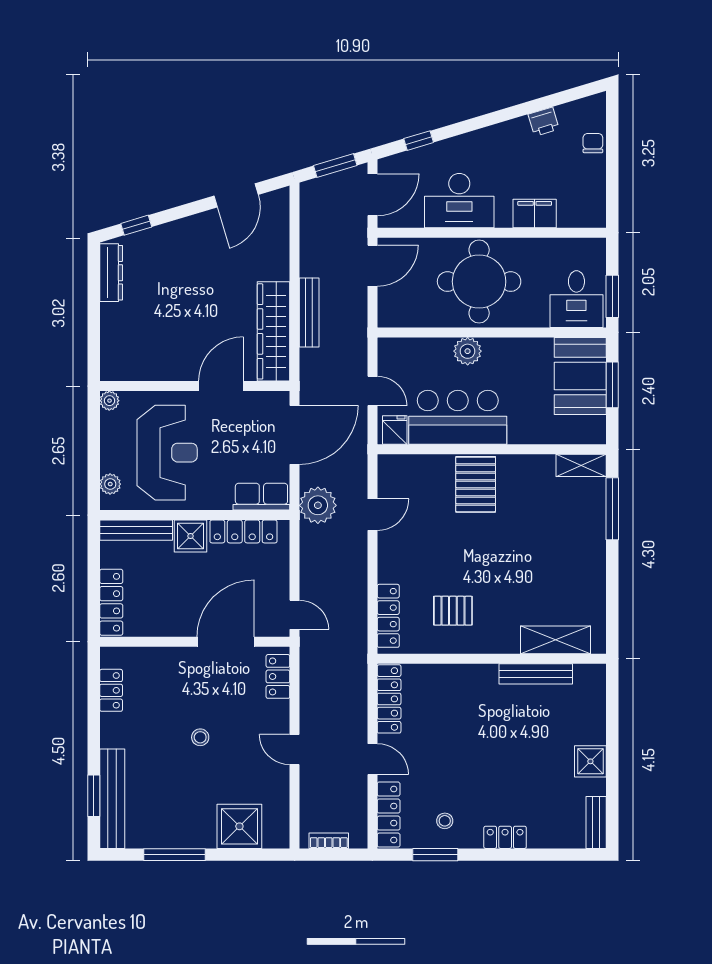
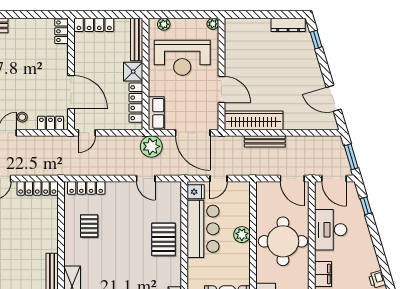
pallet: (476, 484) -> (164, 239), turned 90
locker: (111, 690) -> (62, 31), moved, turned 90
stool: (200, 737) -> (22, 117), moved

